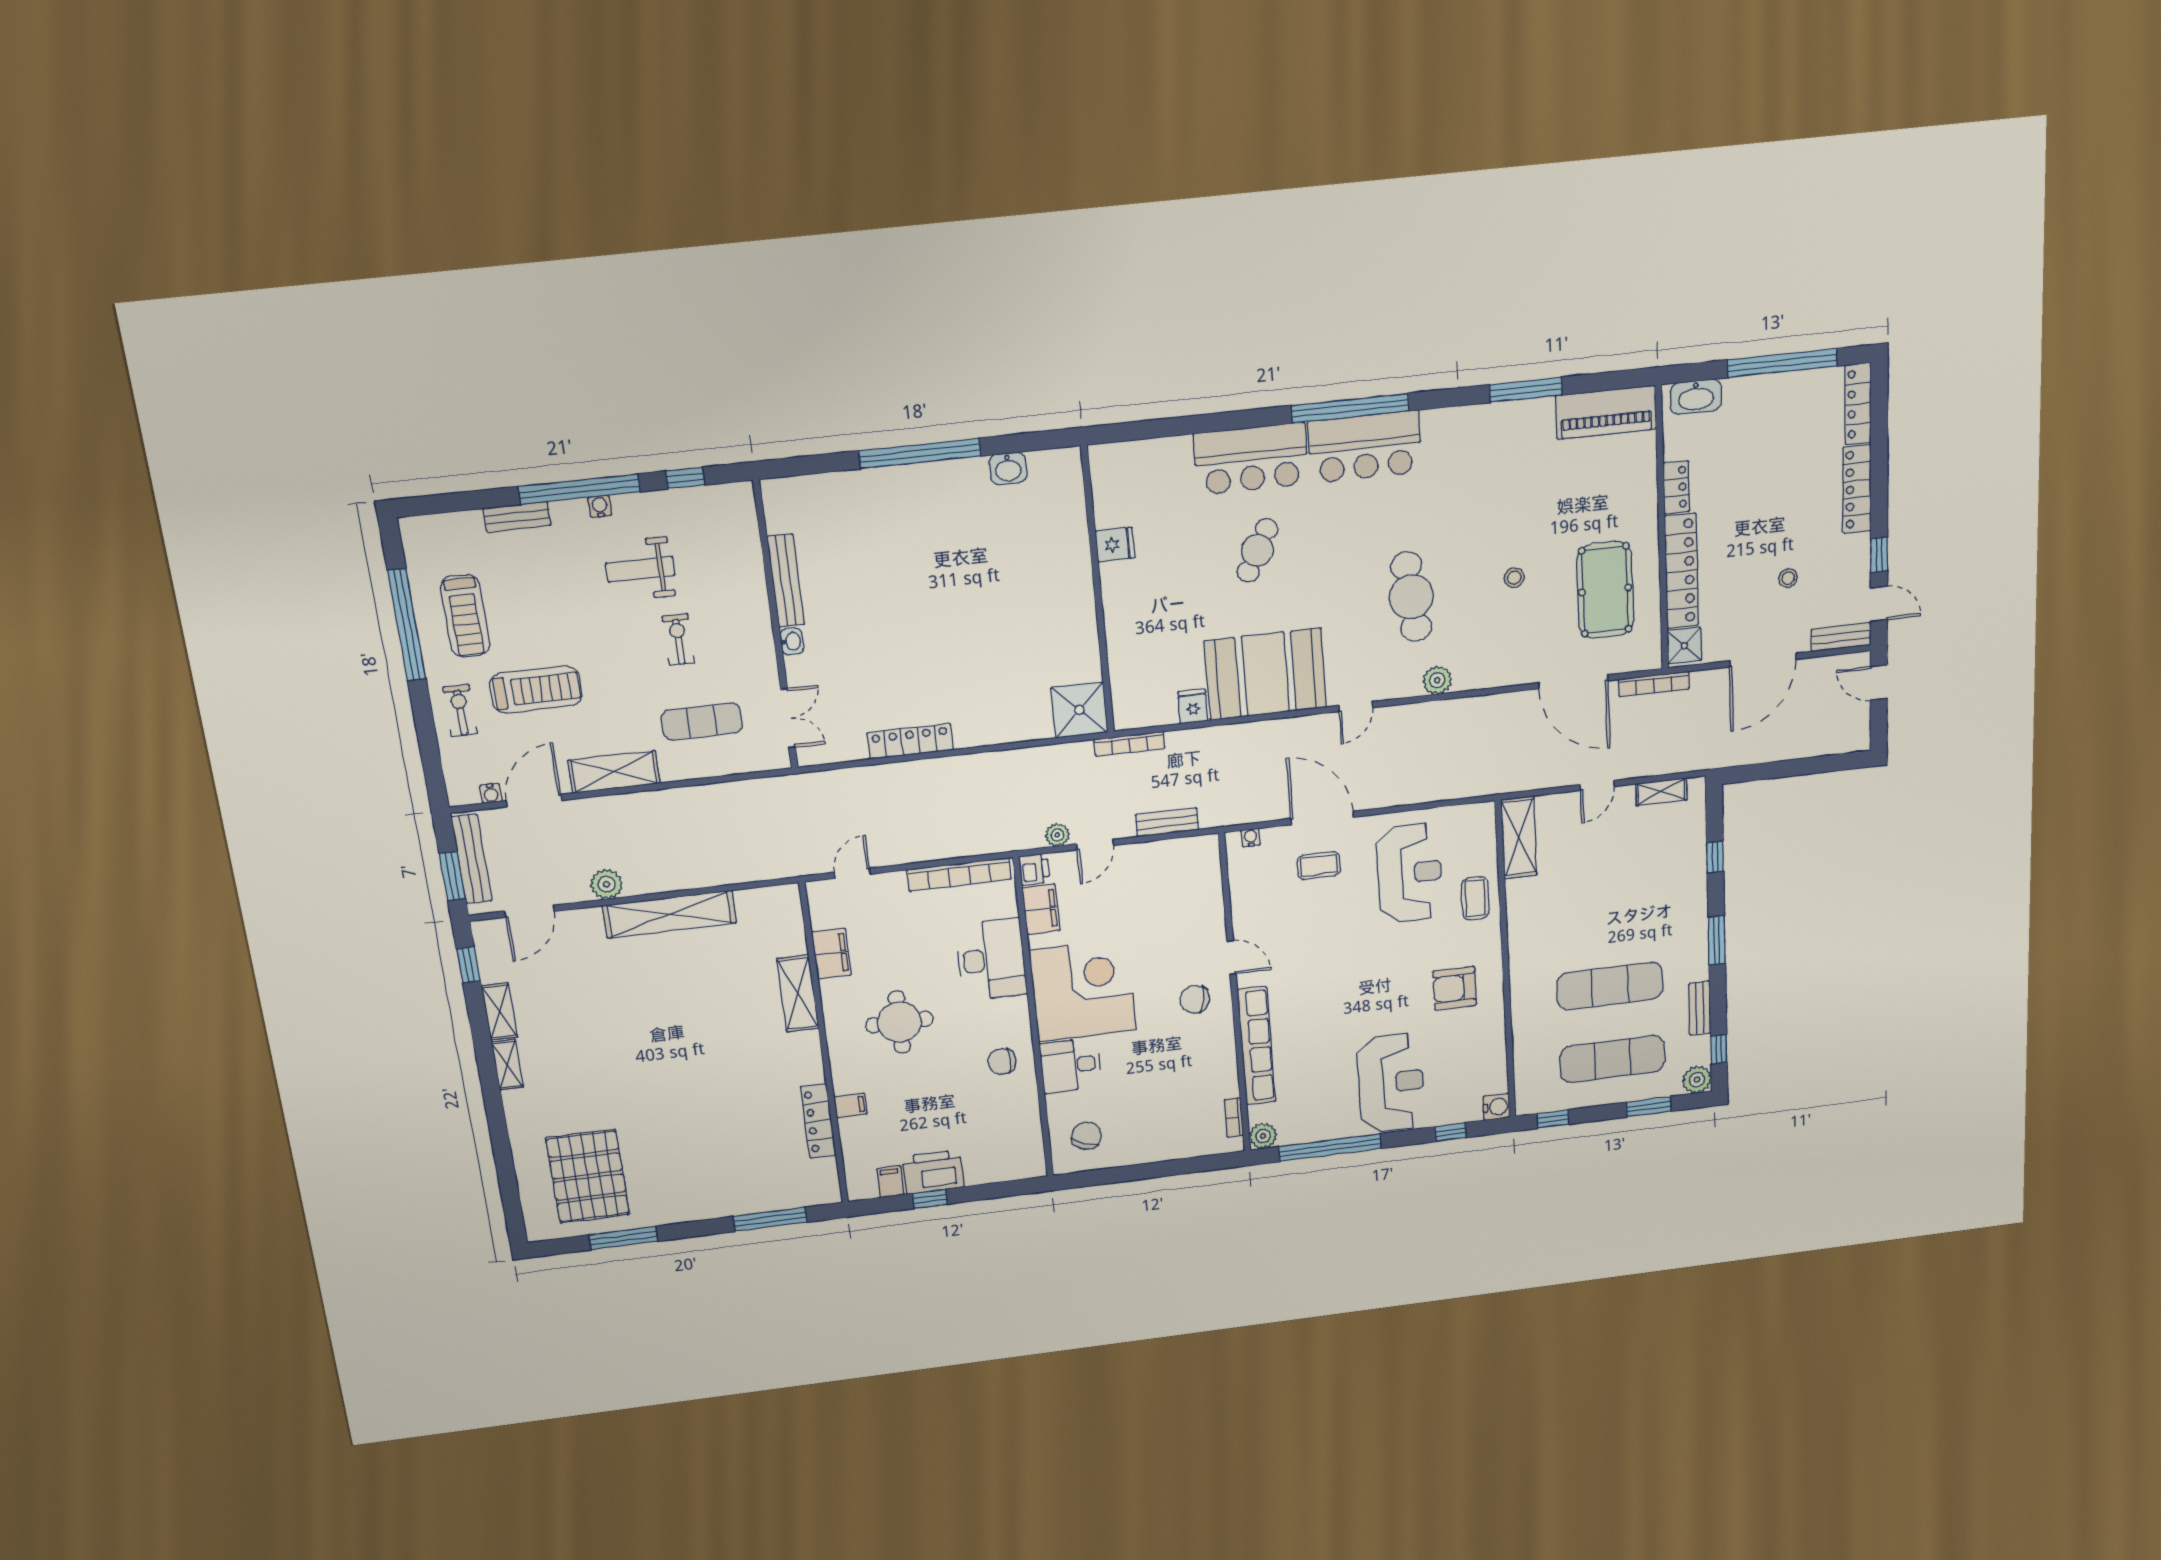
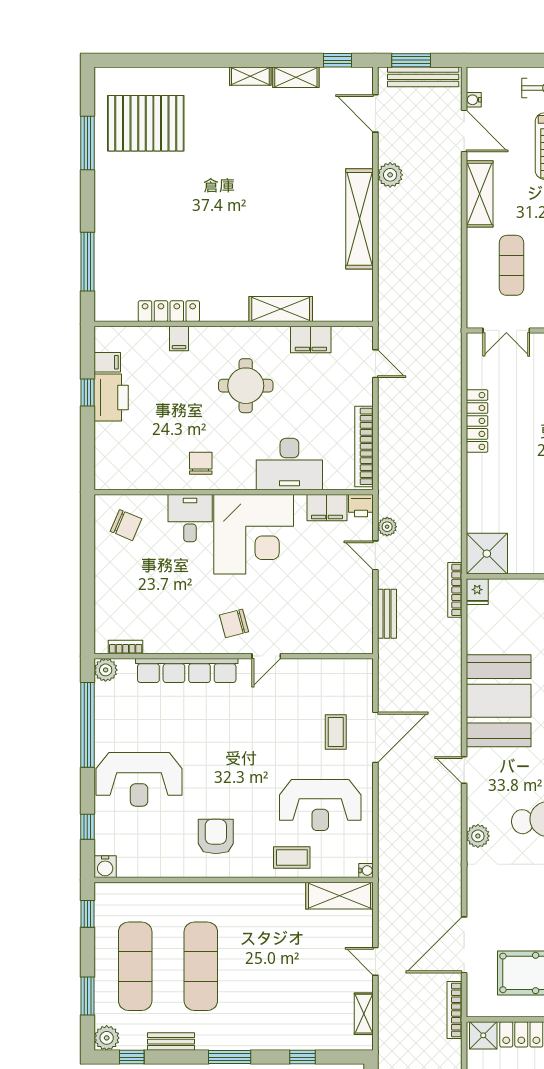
fridge: (1193, 706) -> (477, 592), moved, turned 90
water cooler: (1251, 838) -> (366, 870), moved
chair: (1195, 999) -> (234, 623), turned -113

